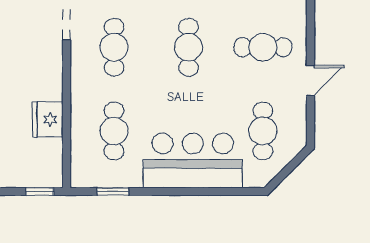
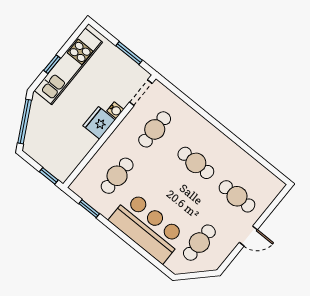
cafe table: (188, 47) -> (196, 163), turned 90
water cooler: (54, 61) -> (115, 110), added
fridge: (48, 119) -> (99, 123), moved

